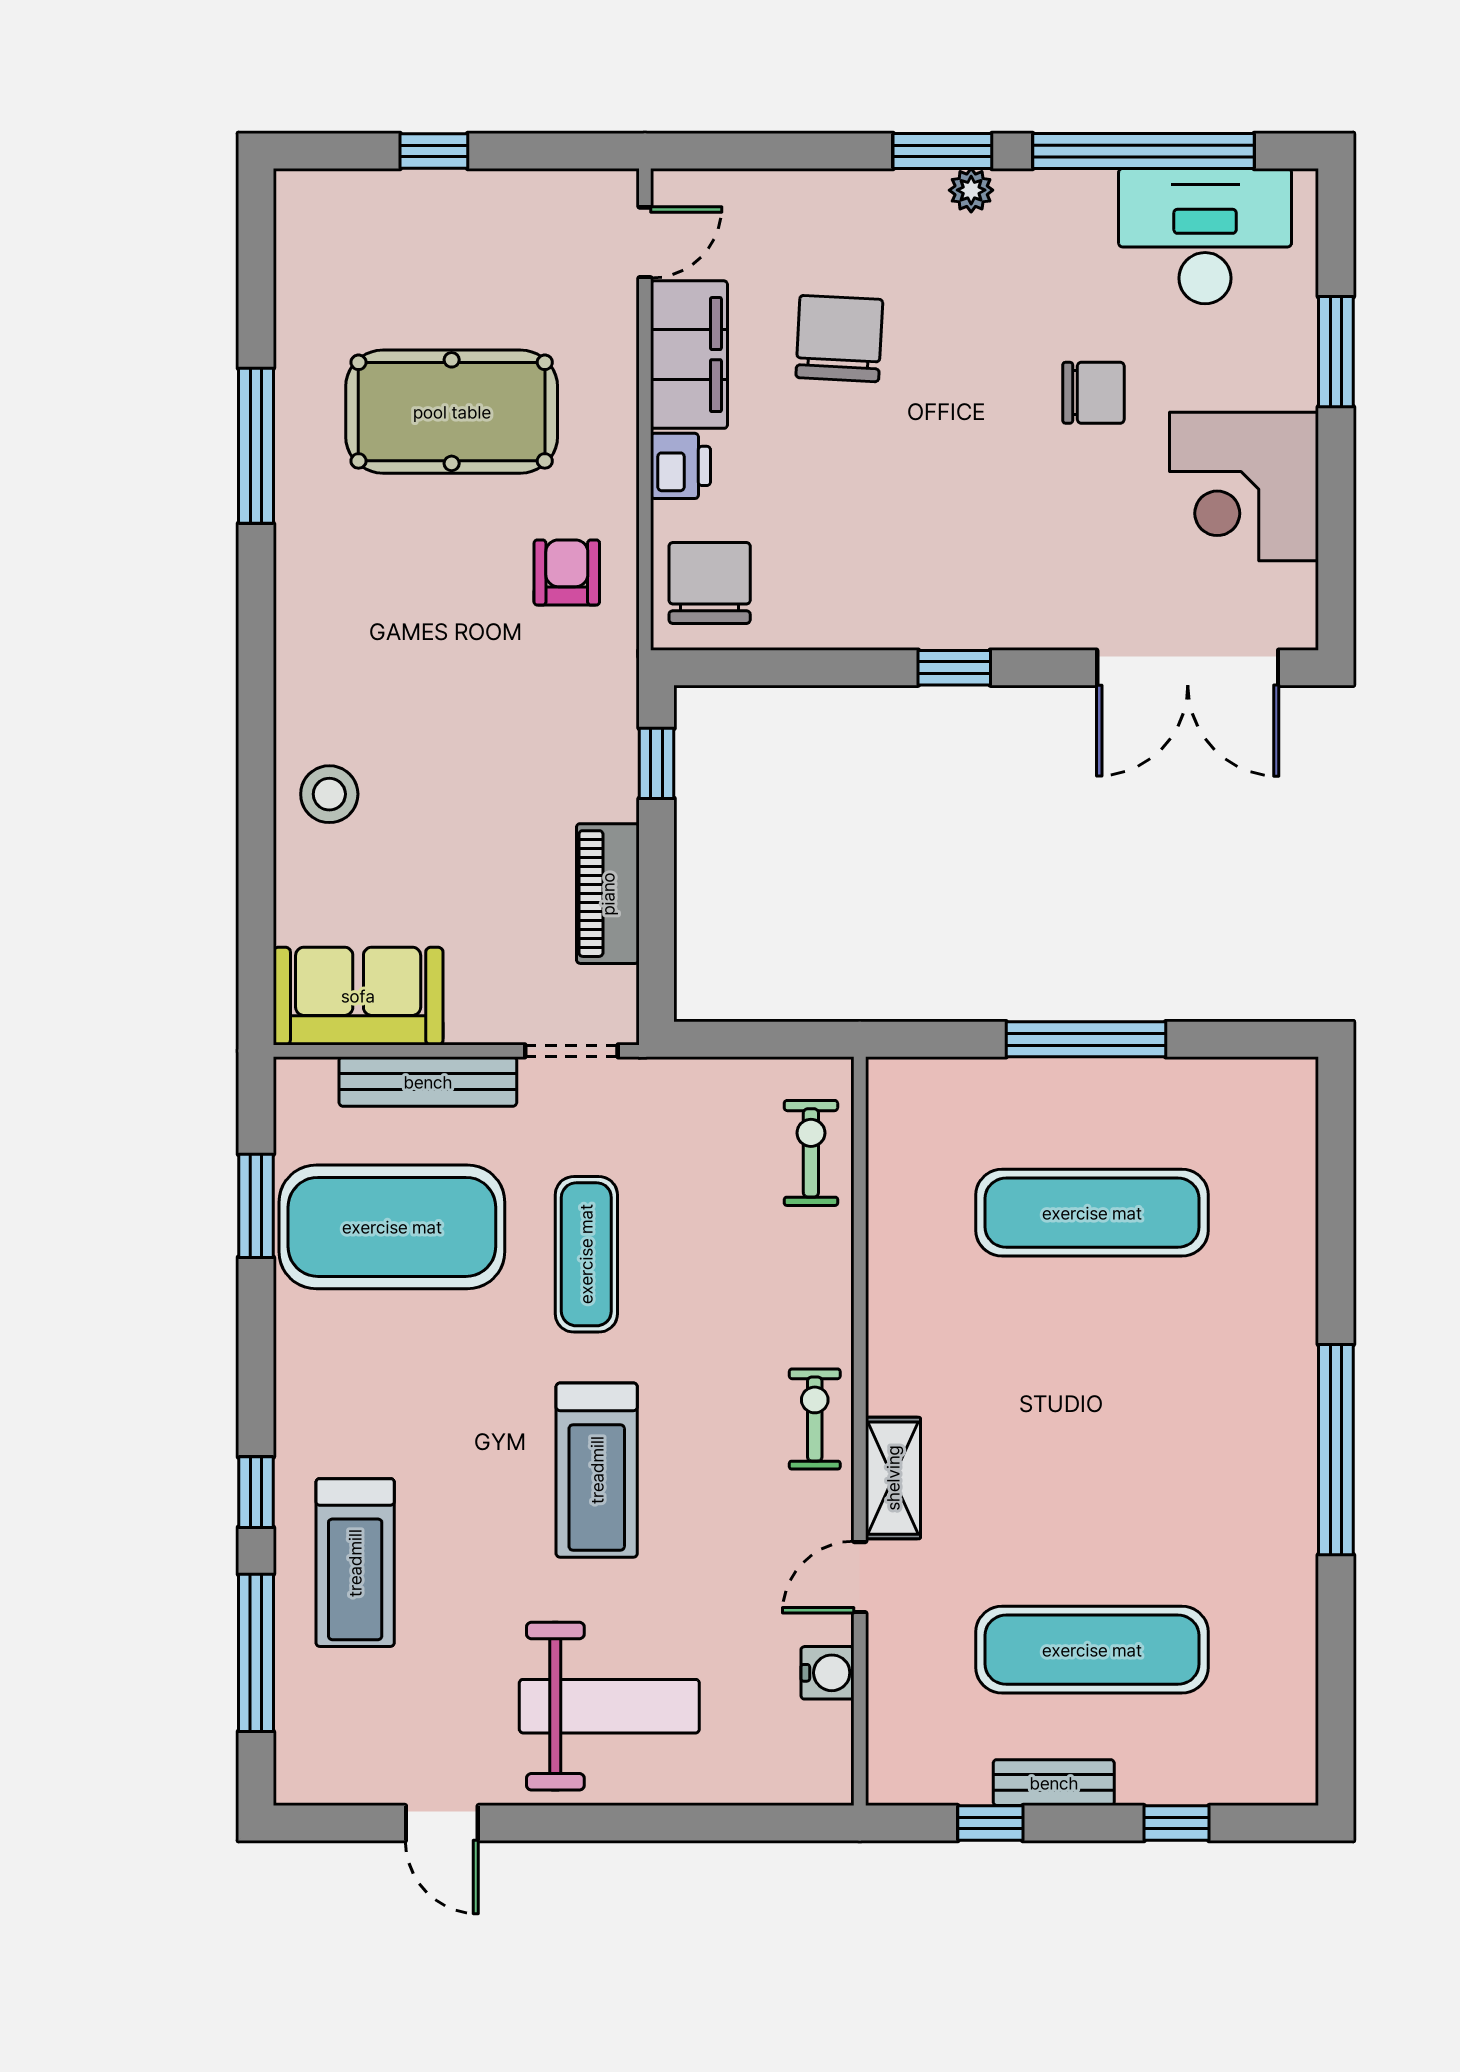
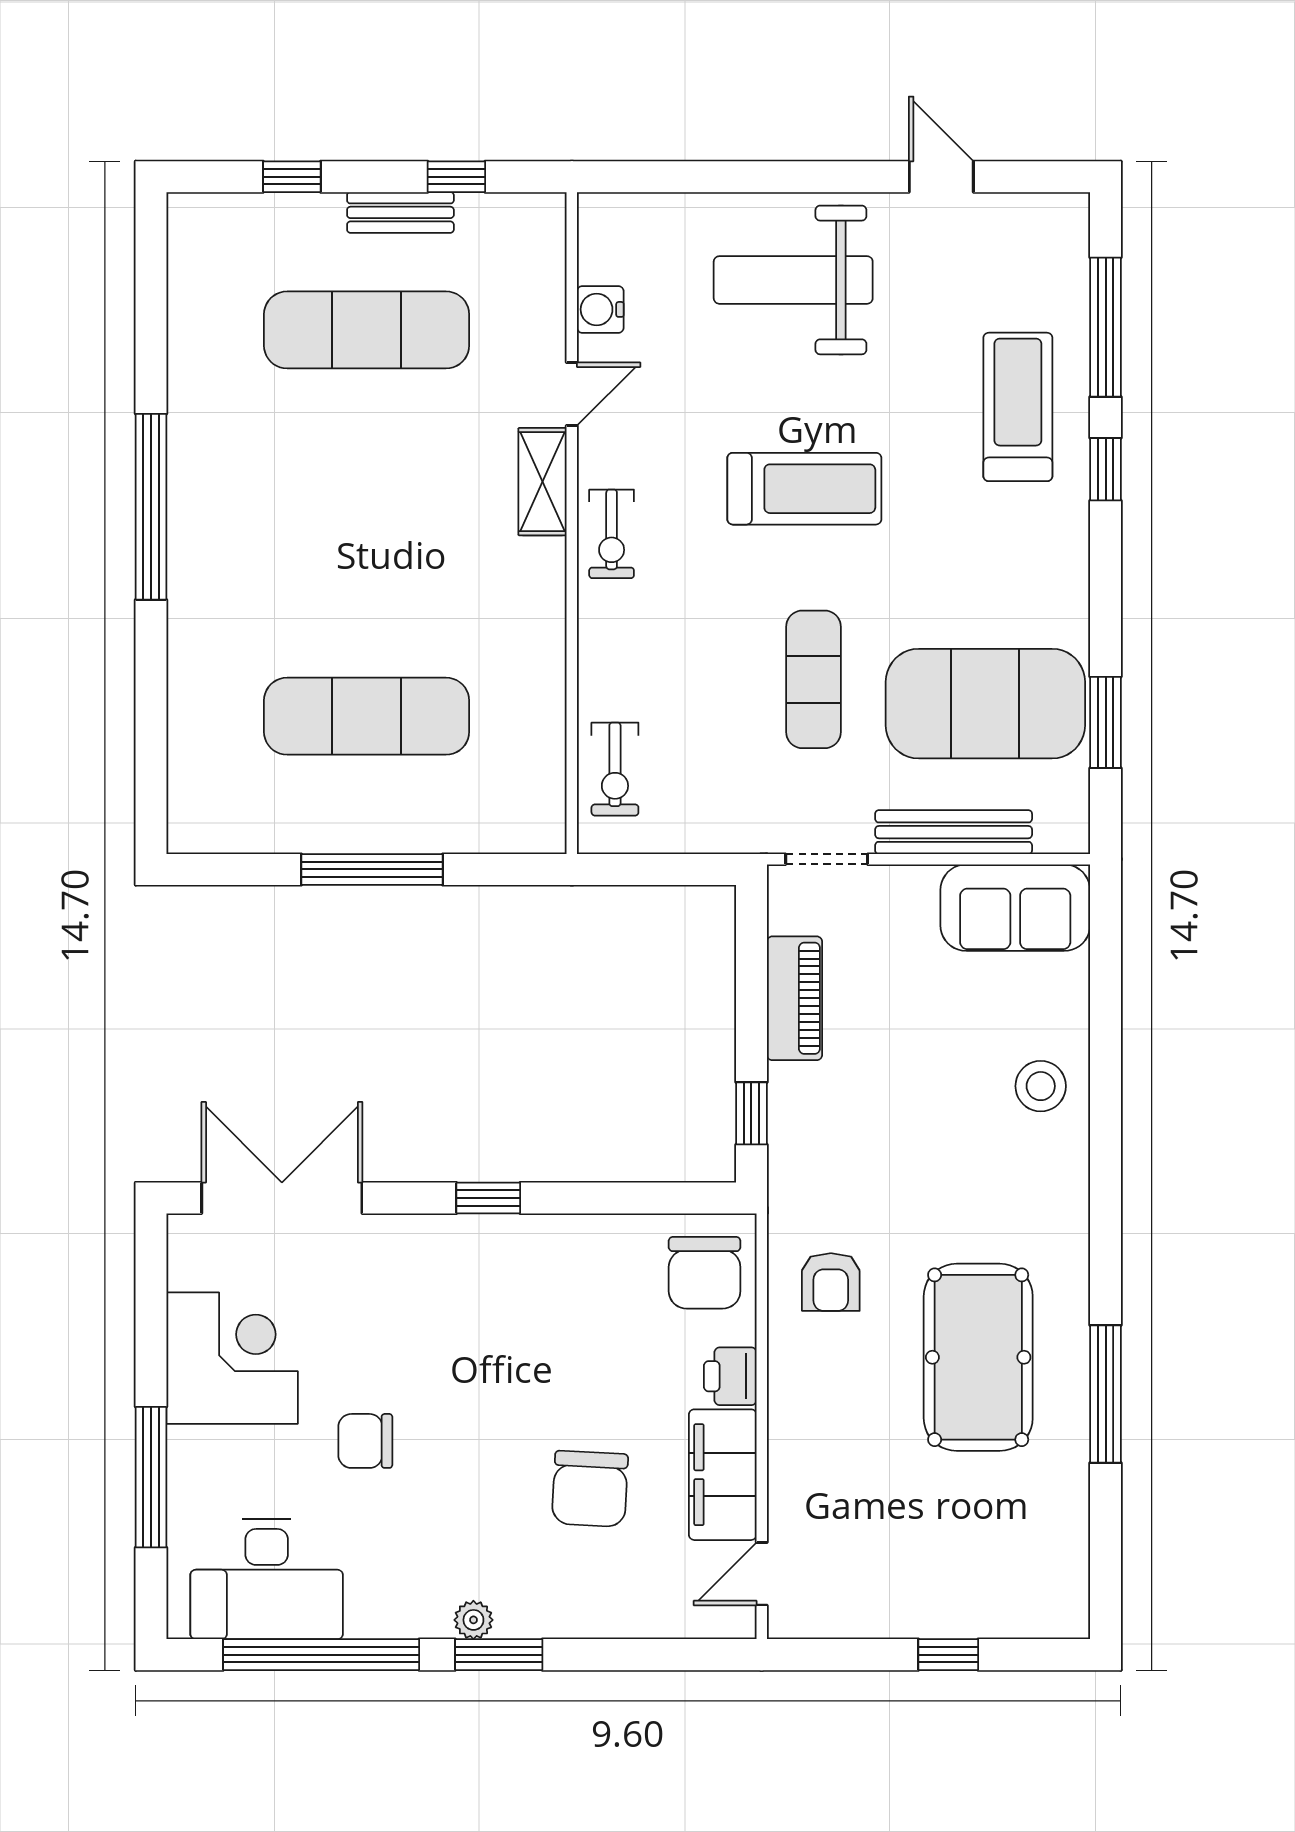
window: (1336, 352) -> (151, 1477), width x1.44
pool table: (452, 412) -> (978, 1357), moved, turned 90
treadmill: (597, 1470) -> (804, 489), turned 90

